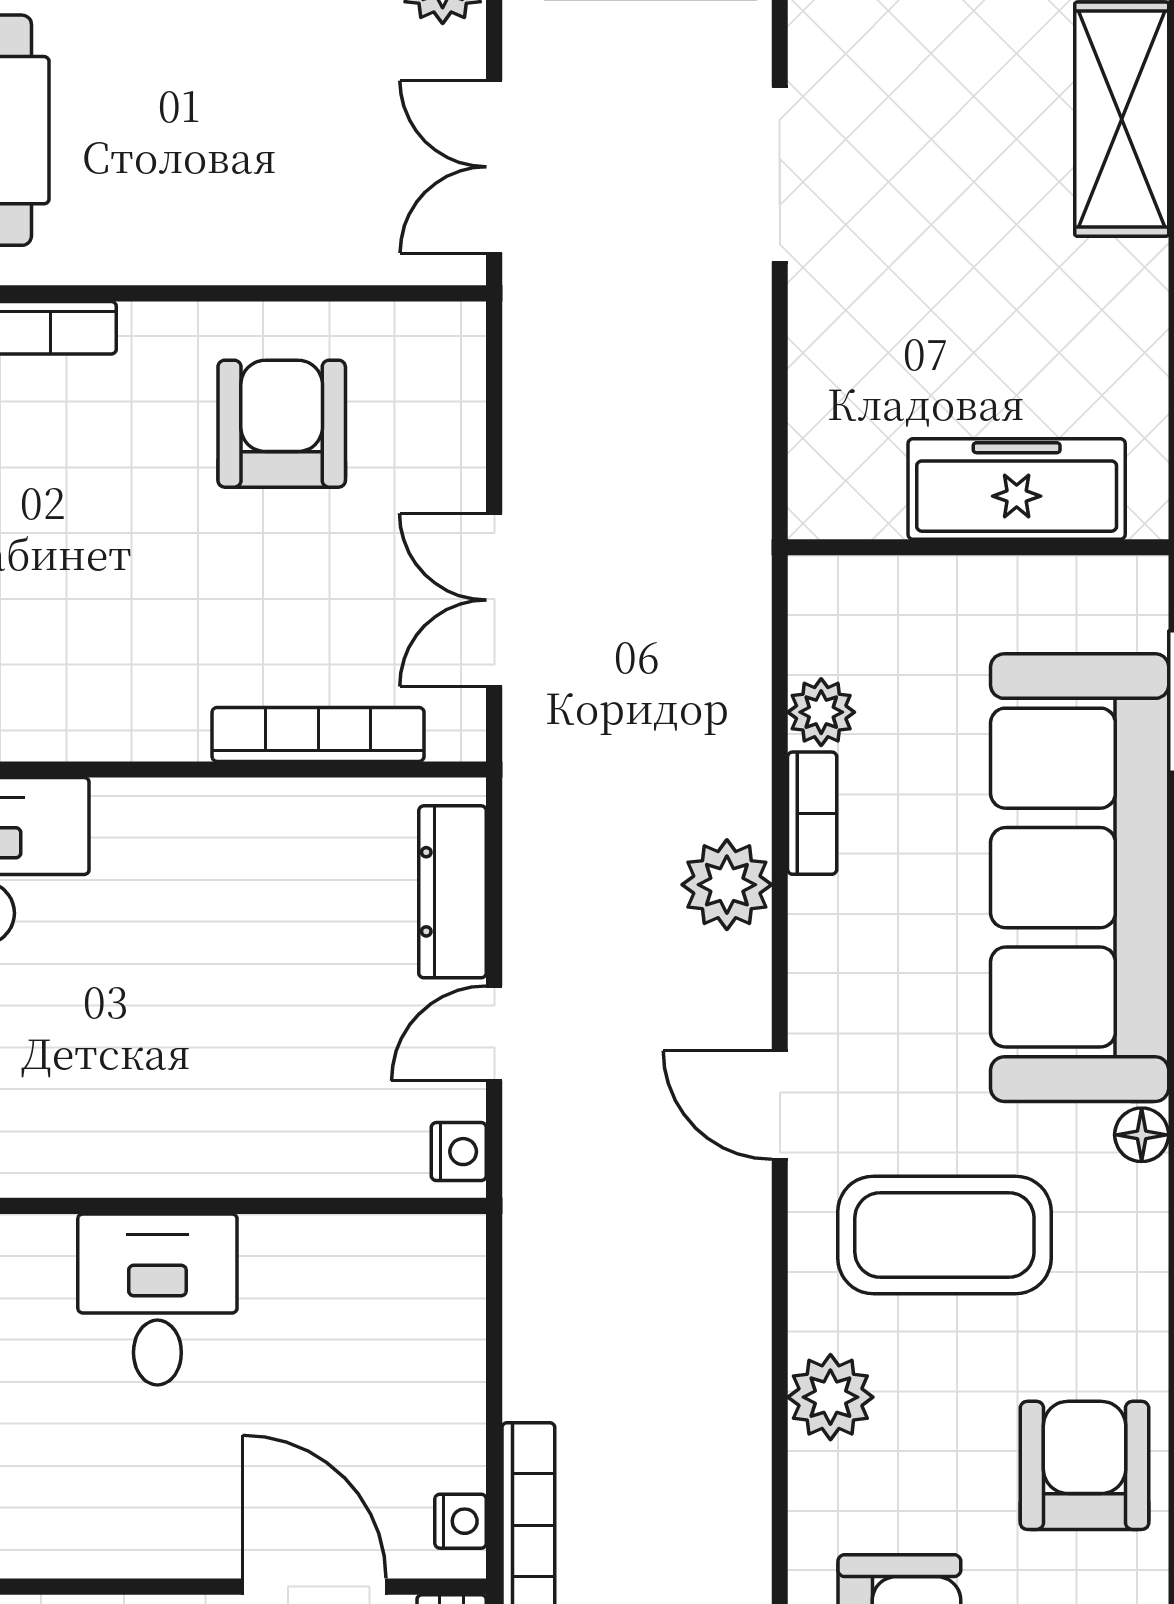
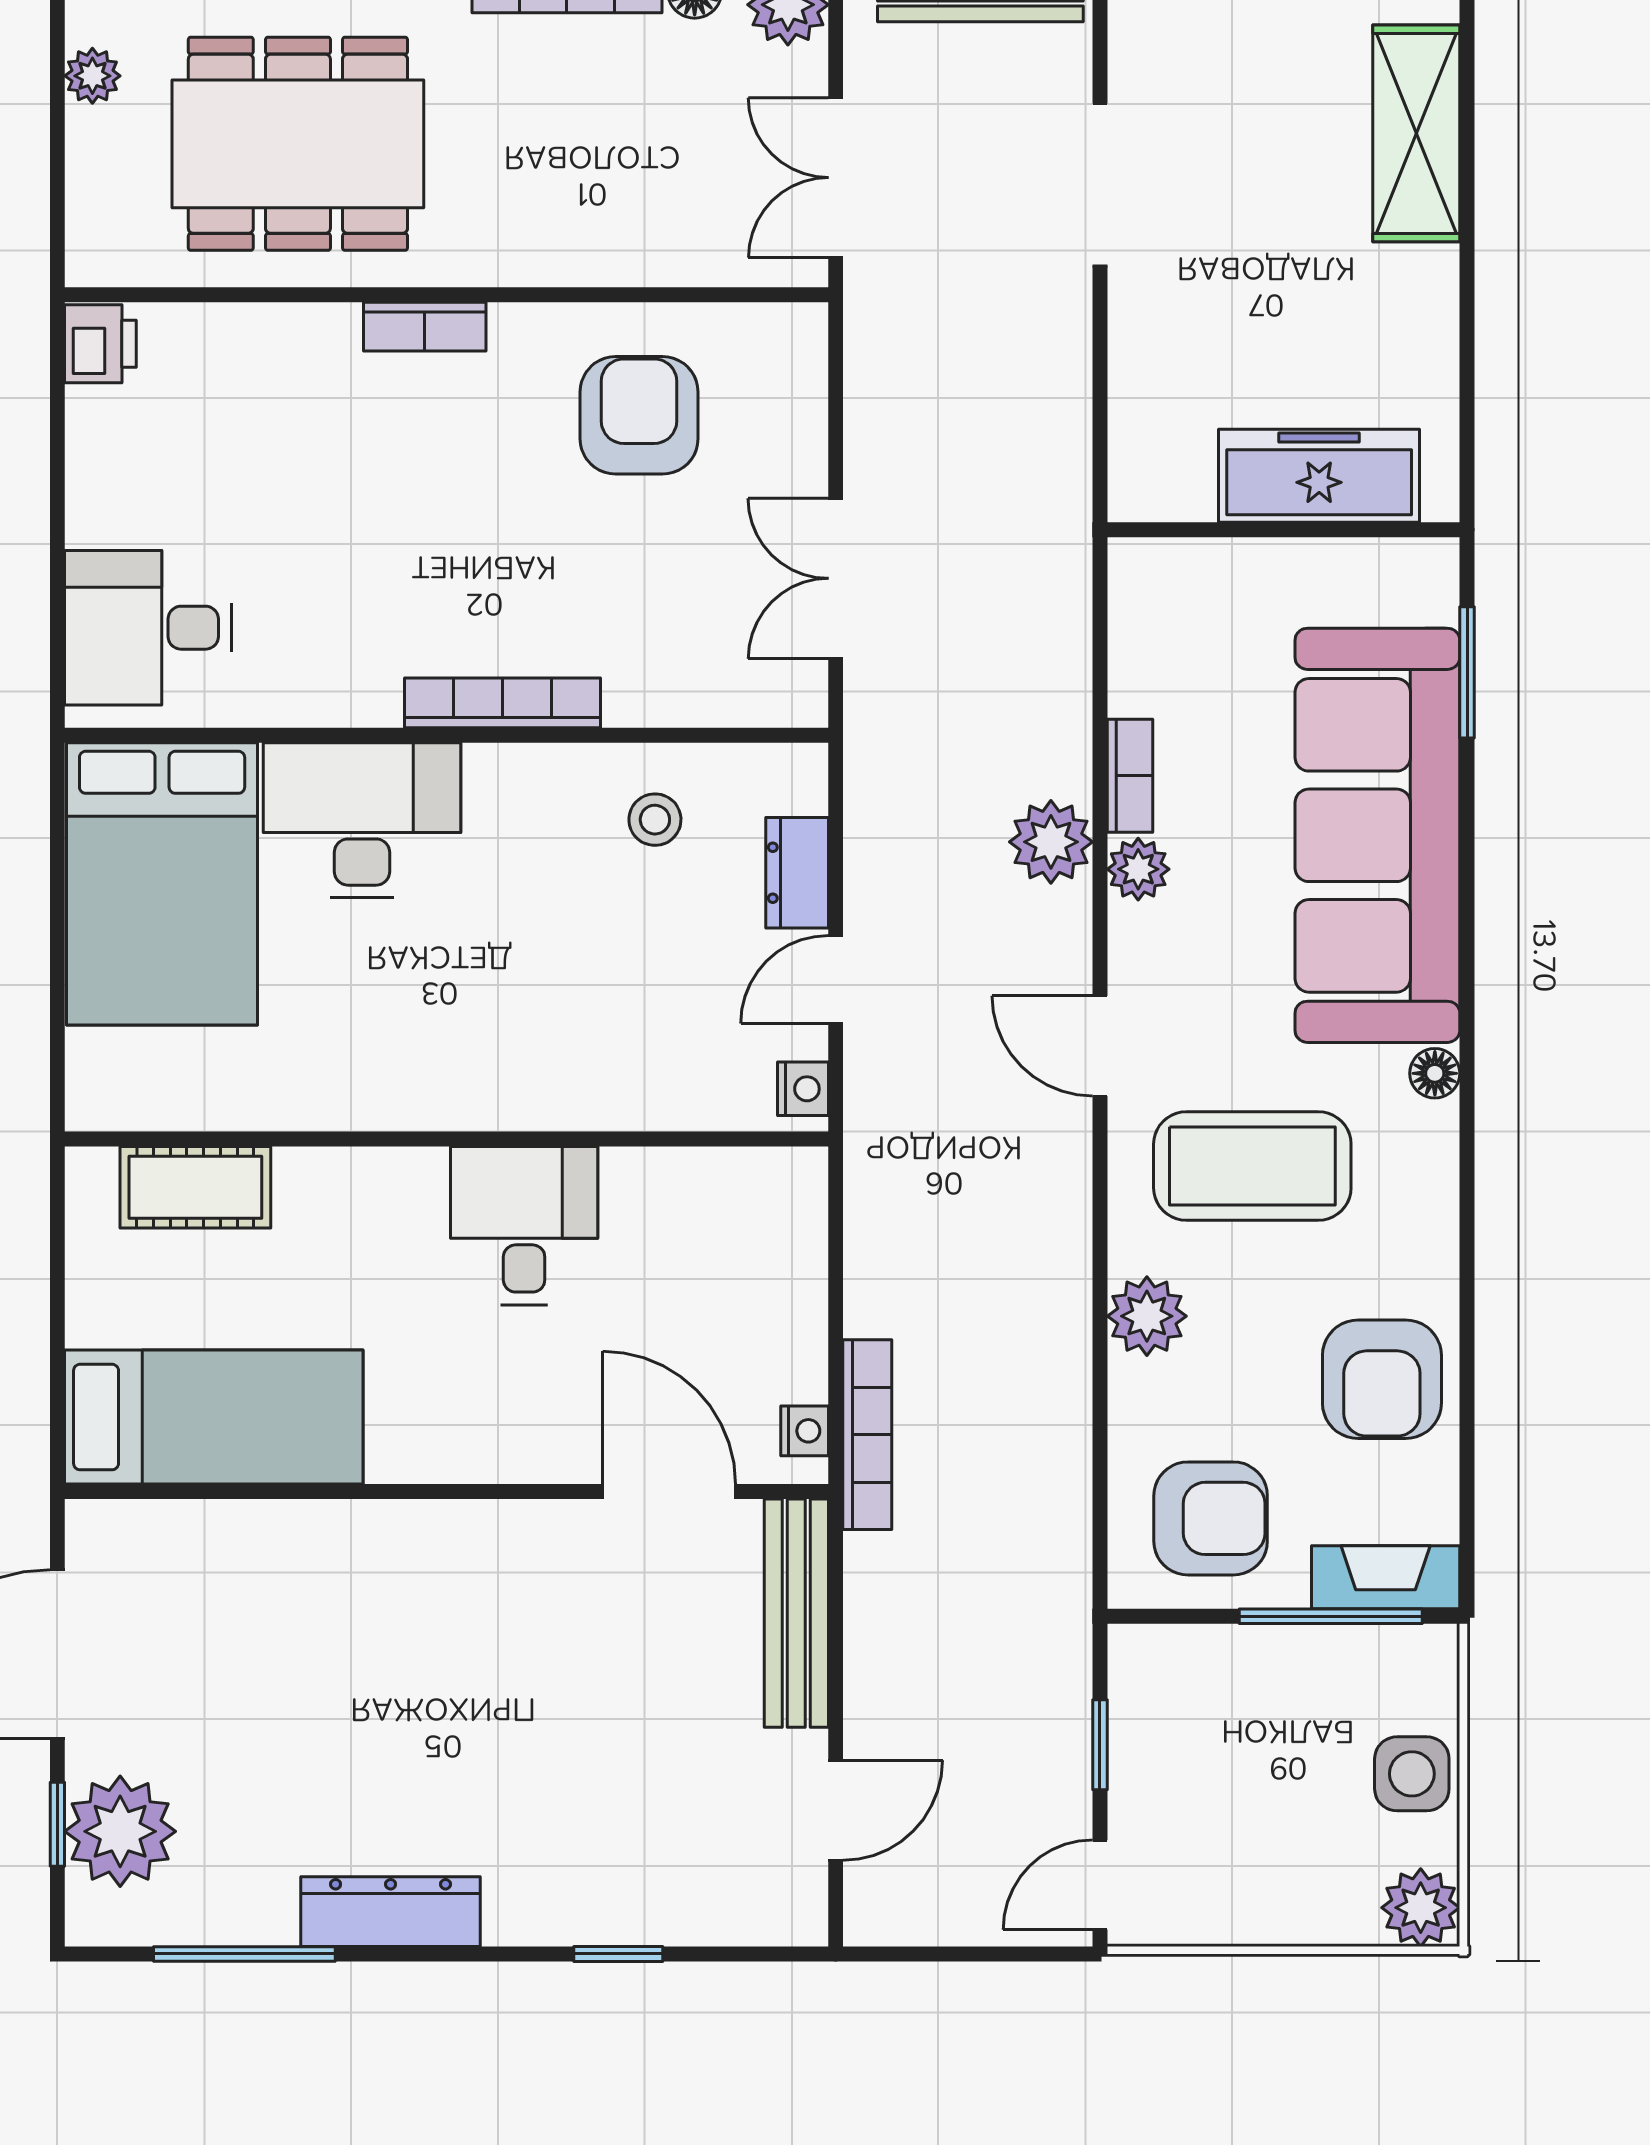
plant: (821, 712) -> (1138, 869), moved
bookcase: (318, 734) -> (502, 703), moved
stool: (299, 861) -> (655, 820), added
dresser: (453, 892) -> (797, 873), width x0.70
armchair: (1085, 1465) -> (1382, 1379), turned 180

